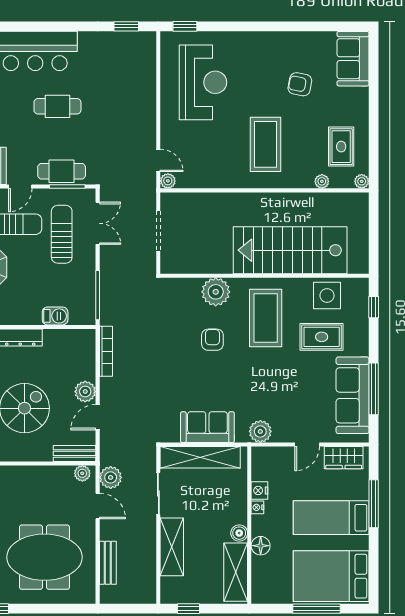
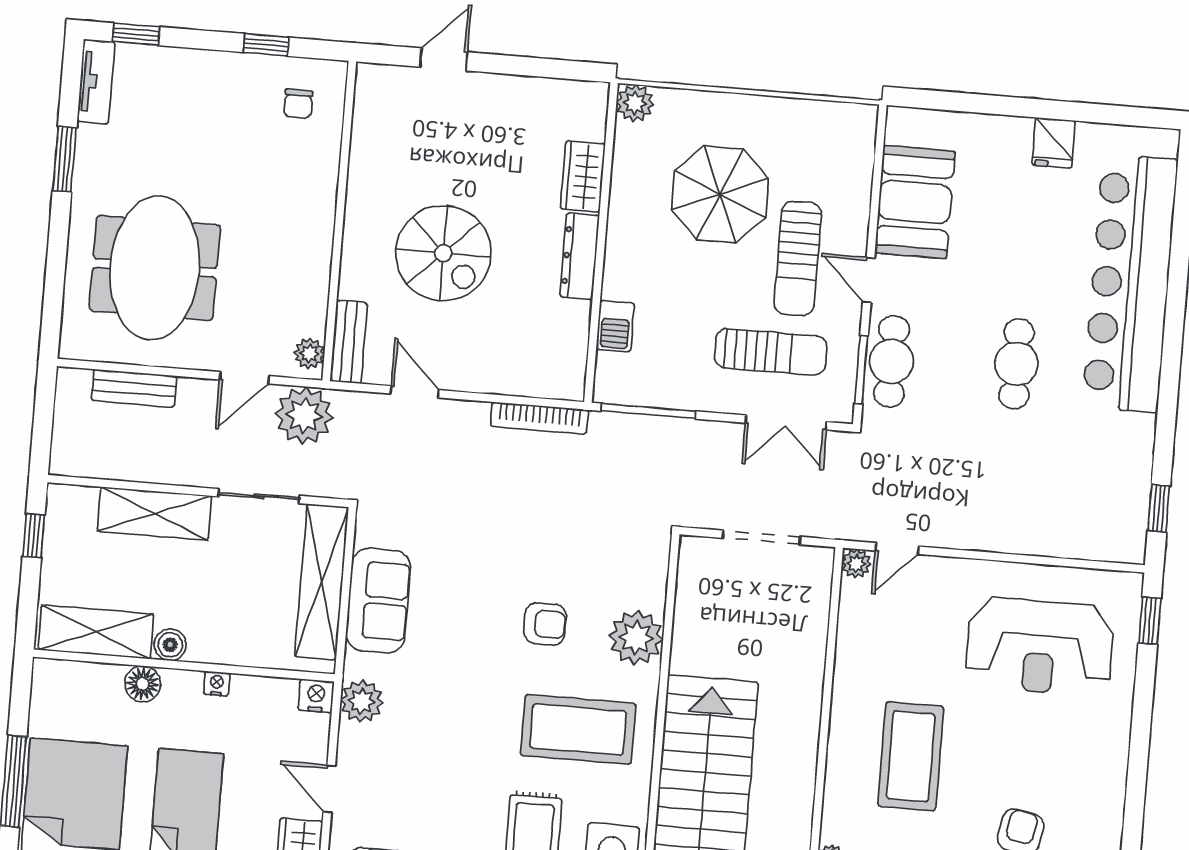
coffee table: (265, 144) -> (911, 756), turned 90
plant: (85, 392) -> (466, 372), removed
plant: (111, 477) -> (304, 415), width x1.36, depth x1.36
nightstand: (259, 490) -> (316, 696), moved

